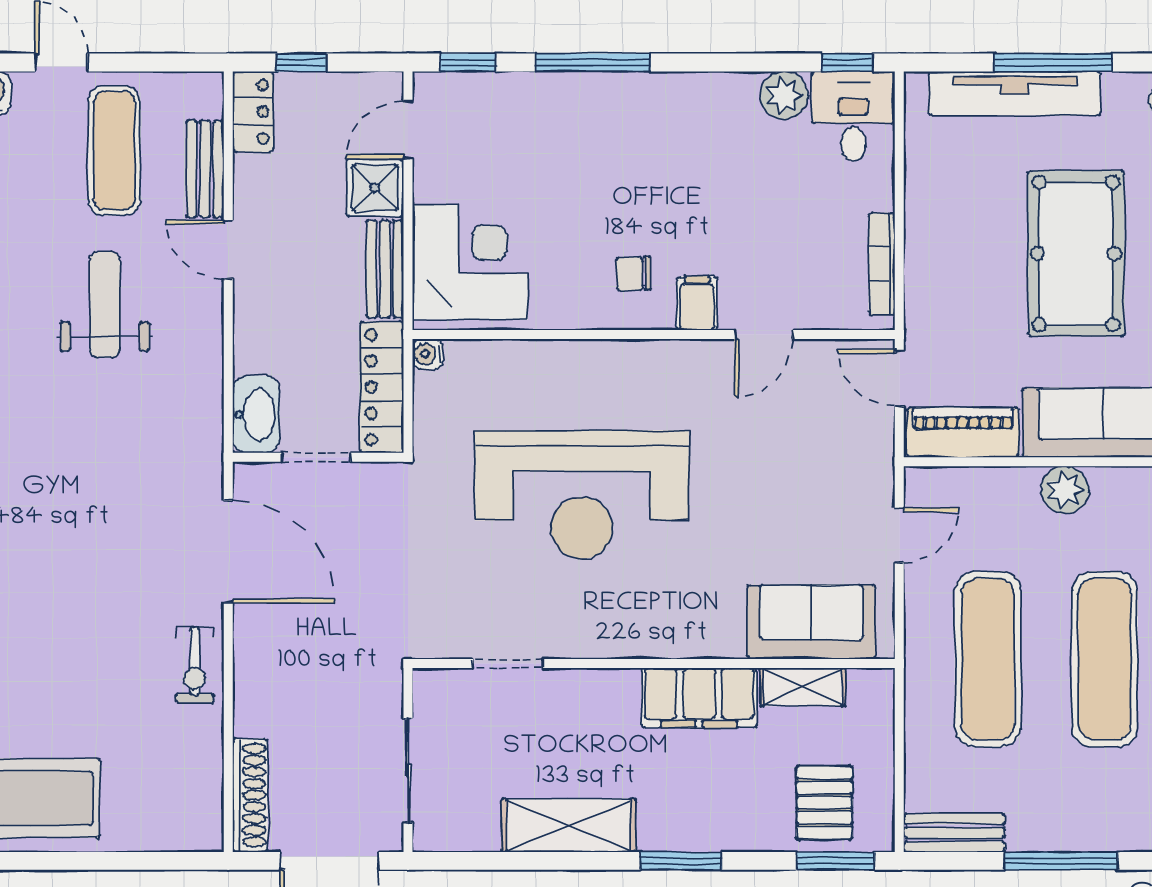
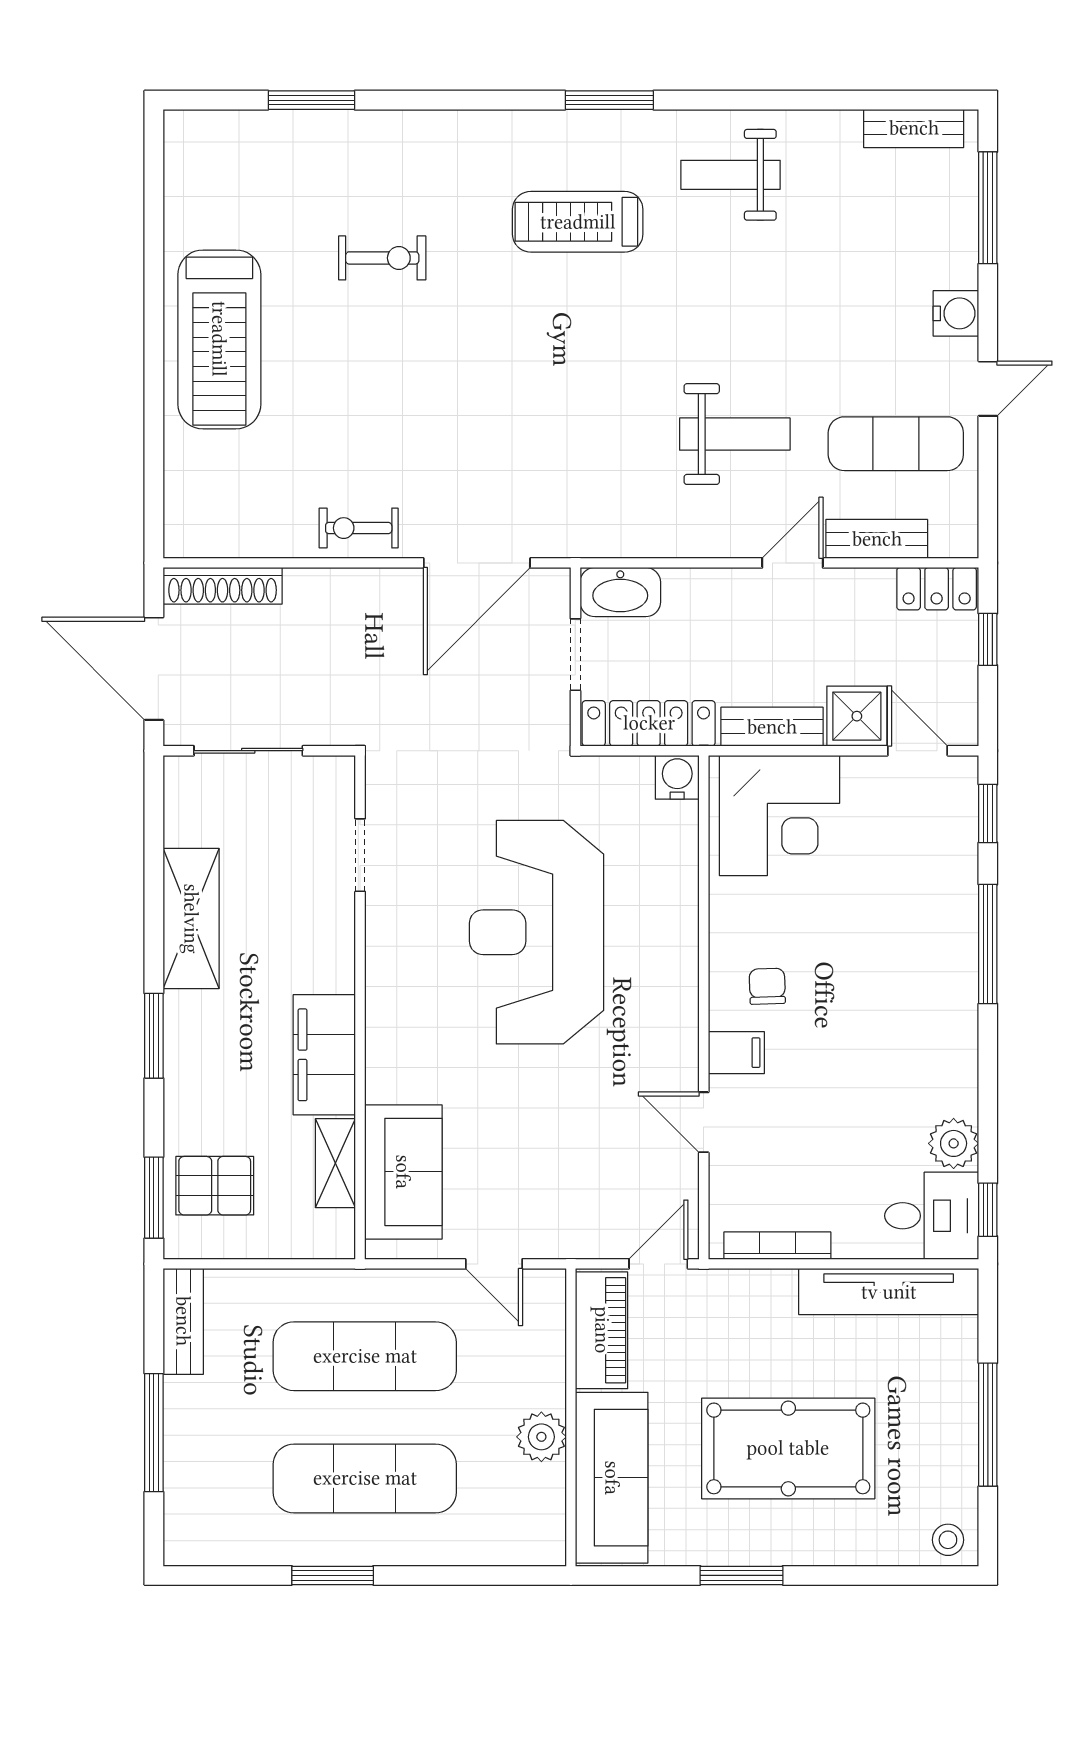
tv unit: (1015, 93) -> (889, 1292), moved, turned -90
water cooler: (428, 354) -> (677, 777), width x1.38, depth x1.38

